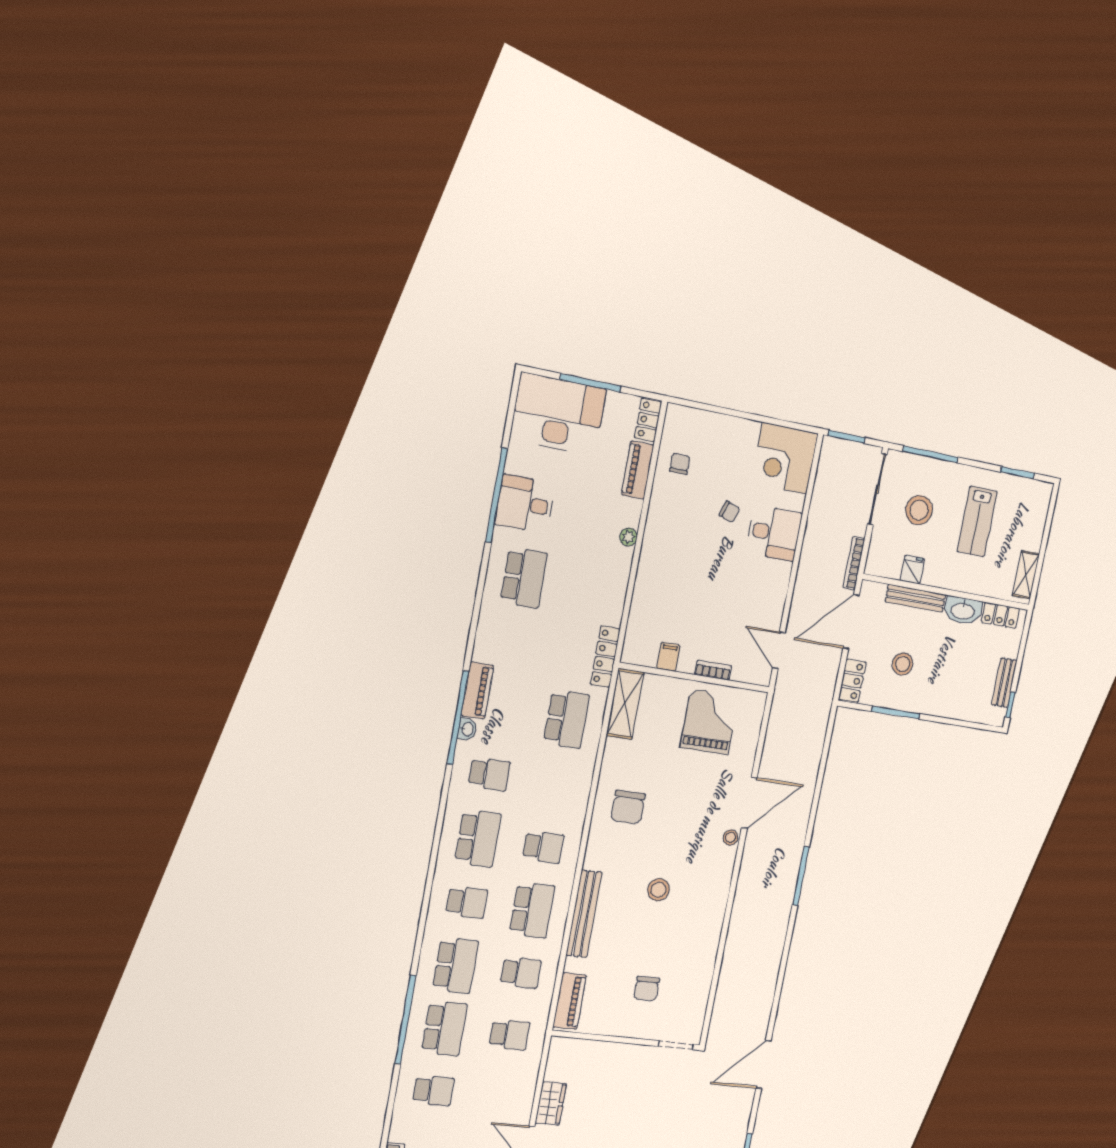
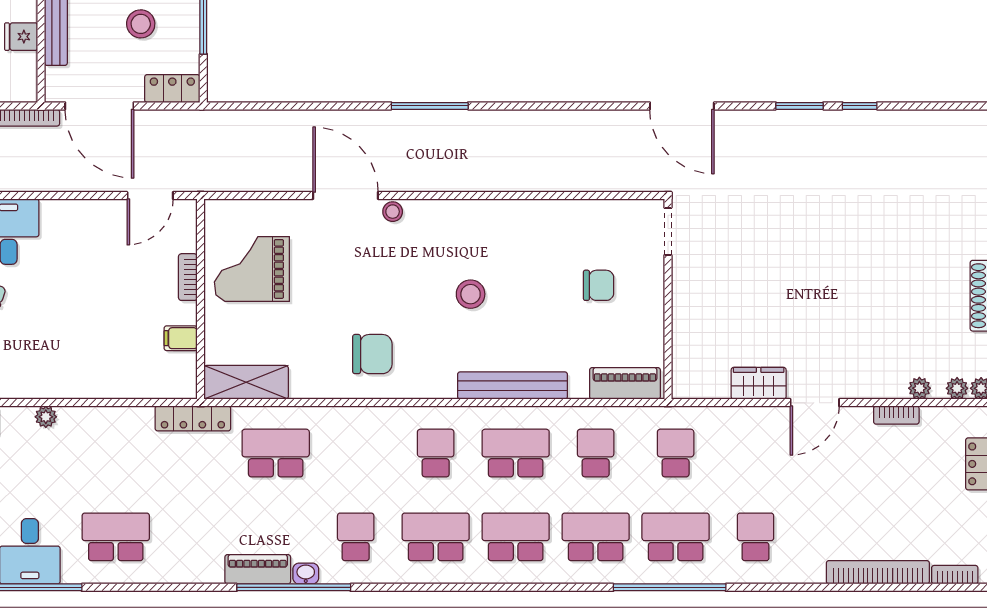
school desk: (467, 902) -> (516, 537), width x1.85

